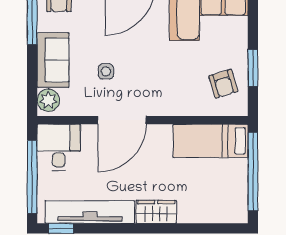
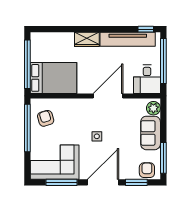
window: (253, 68) -> (27, 128), width x2.11
side table: (106, 71) -> (97, 136), moved
bed: (211, 141) -> (53, 78), width x1.50

